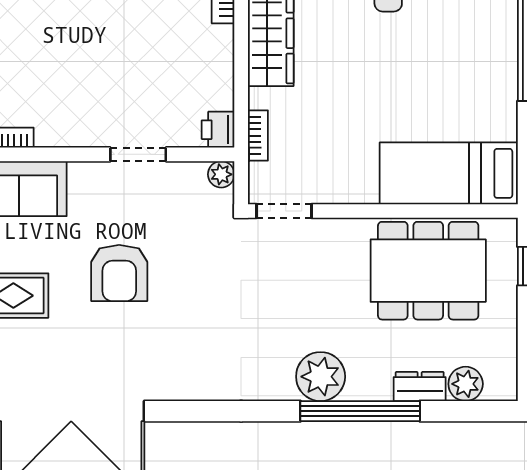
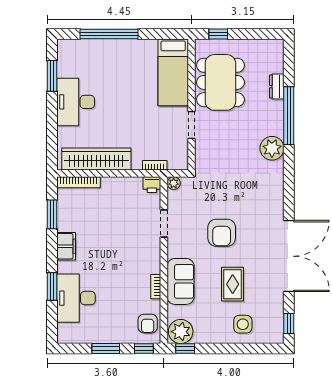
doorway: (284, 211) -> (192, 125), moved
armchair: (119, 273) -> (222, 233), turned 90
plant: (321, 377) -> (272, 148), moved
plant: (466, 384) -> (276, 64), removed

